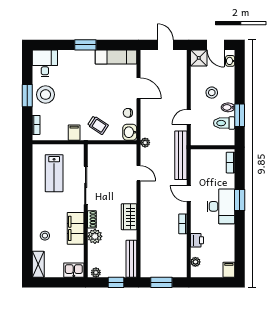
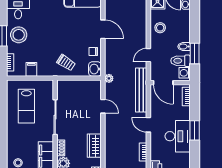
stool: (212, 93) -> (160, 28), moved
filing cabinet: (74, 133) -> (31, 69), moved
washing machine: (229, 136) -> (185, 73), added
door: (205, 147) -> (163, 83), added

